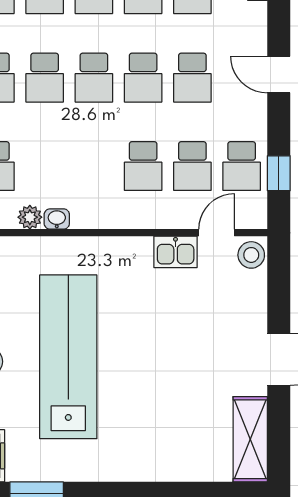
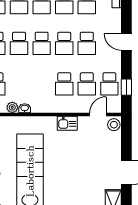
kitchen sink: (176, 252) -> (67, 123), moved

